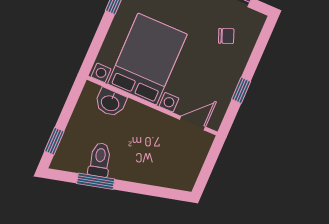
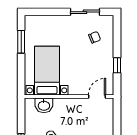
bed with nightstands: (147, 59) -> (47, 71), width x0.73

